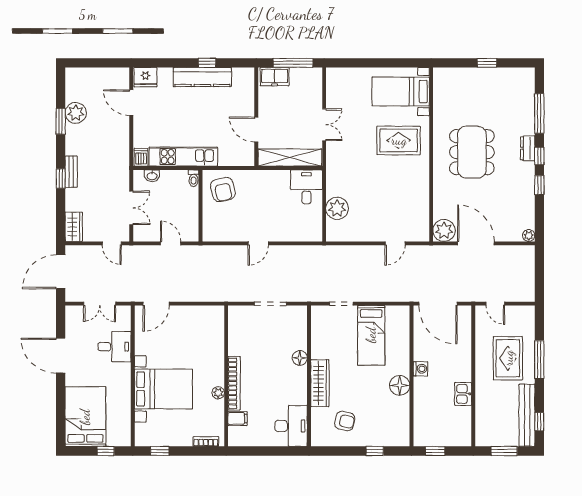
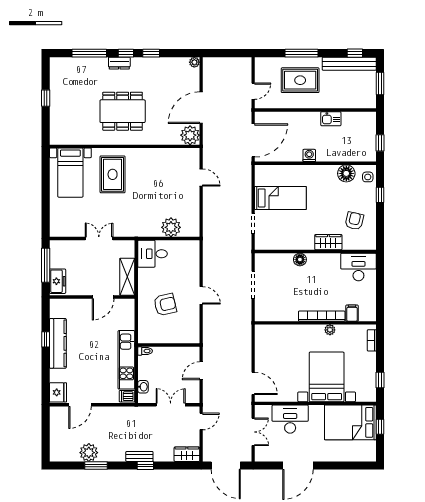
shelving: (290, 158) -> (127, 277), width x0.68
armchair: (223, 189) -> (165, 305), moved
desk: (114, 347) -> (290, 419), width x1.37
wardrobe: (320, 383) -> (328, 242), width x0.67
floor lamp: (400, 385) -> (346, 173), moved
bed: (85, 417) -> (350, 422), moved
side table: (396, 437) -> (368, 177), added

